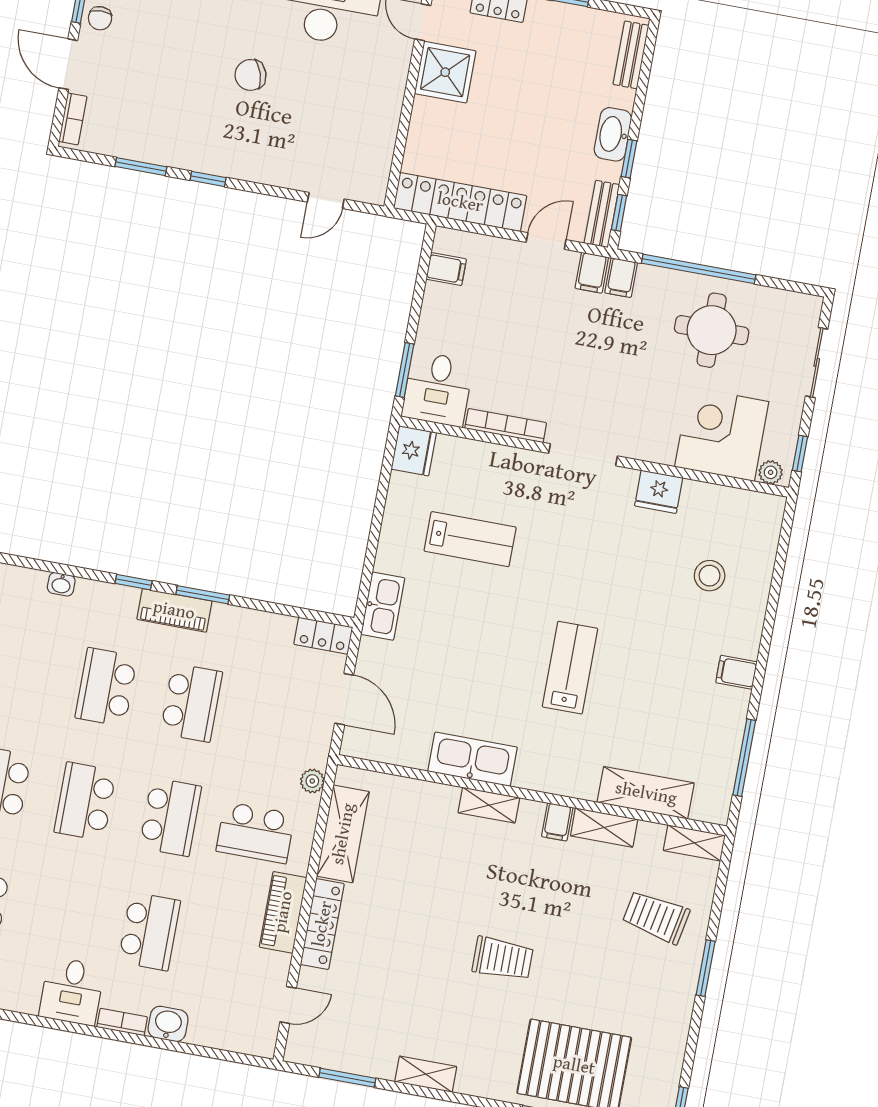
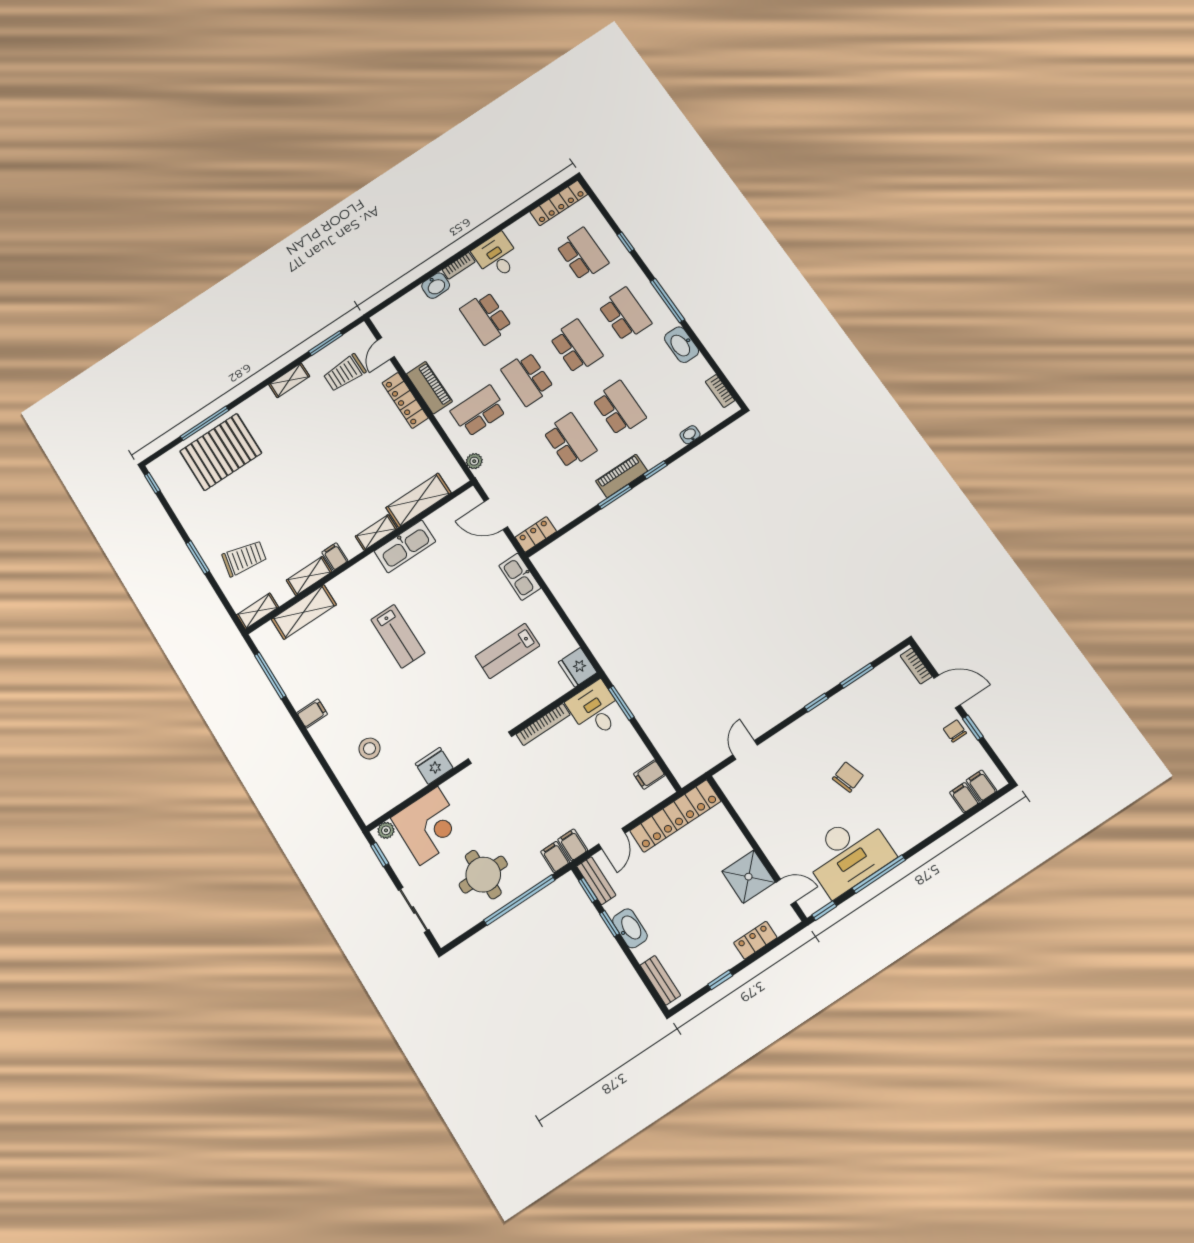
school desk: (191, 703) -> (570, 441), turned 180
shelving: (343, 834) -> (418, 500), moved, turned 90
trolley: (503, 959) -> (345, 373), moved

